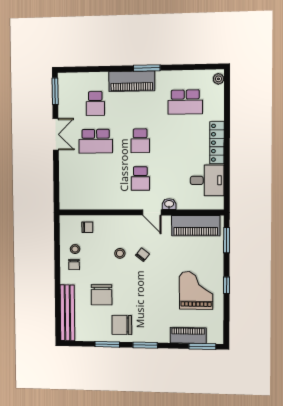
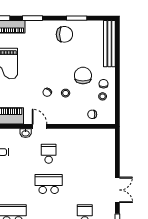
double door: (56, 134) -> (117, 190), swing flipped
school desk: (96, 141) -> (85, 184), removed
school desk: (140, 141) -> (49, 184), width x1.85
chair: (102, 295) -> (83, 76), moved
window: (145, 345) -> (32, 18), moved

